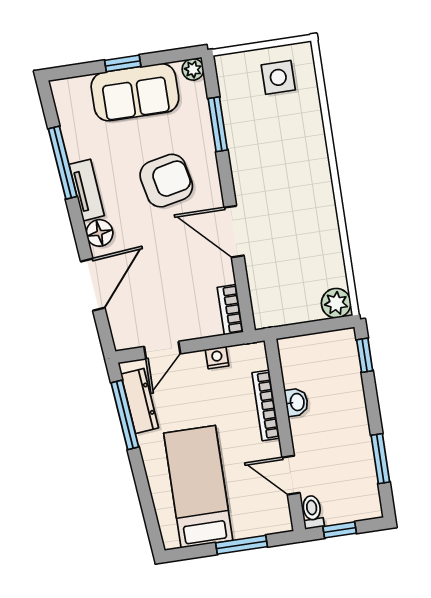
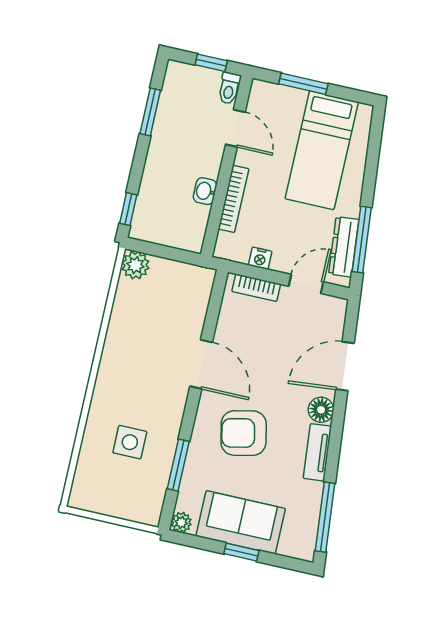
side table: (278, 77) -> (130, 442), moved
window: (63, 163) -> (325, 517), moved
bookcase: (230, 310) -> (256, 288), moved, turned 90

